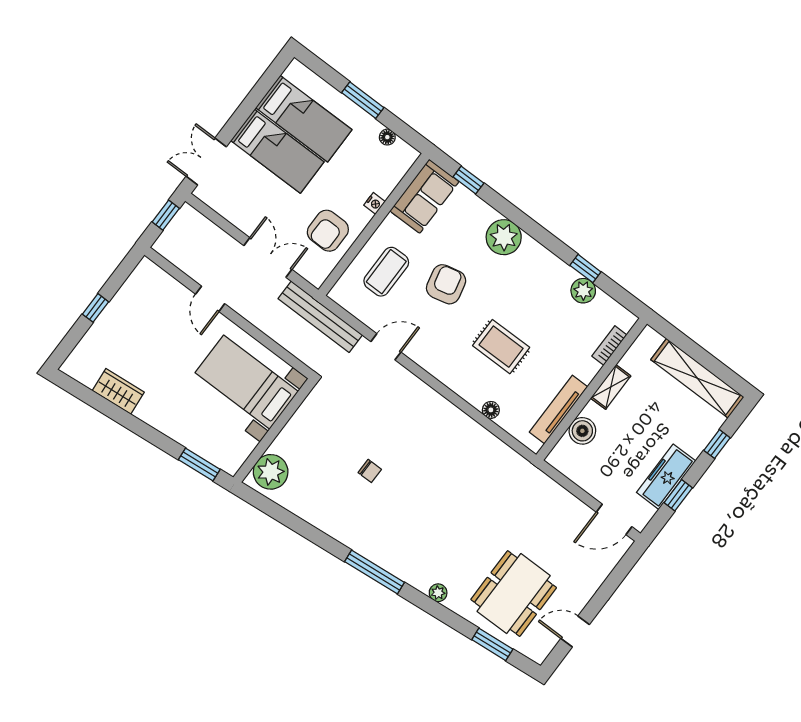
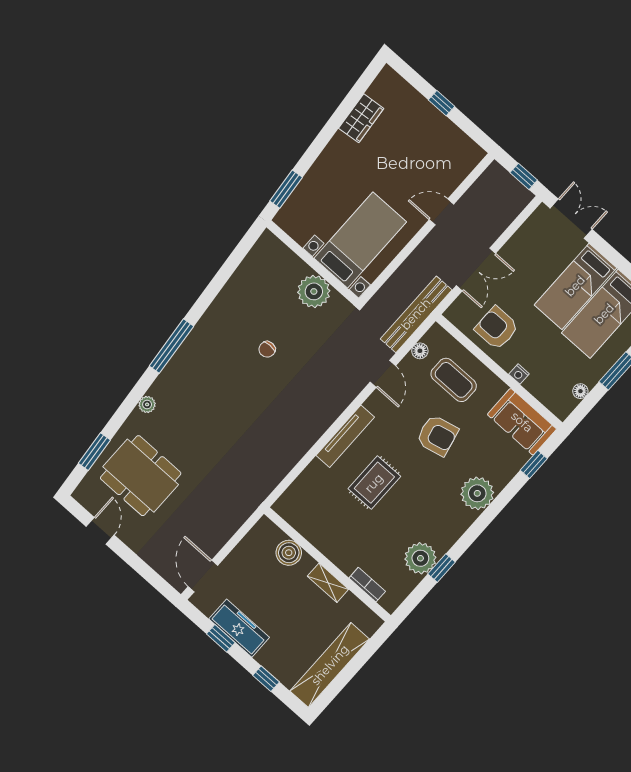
plant: (583, 291) -> (420, 558), width x1.36, depth x1.36
tv unit: (558, 409) -> (345, 436), moved, turned 90
floor lamp: (491, 410) -> (420, 351), moved
plant: (271, 472) -> (314, 291), moved

